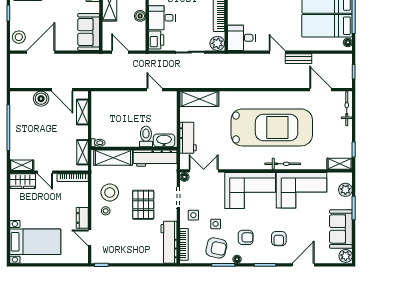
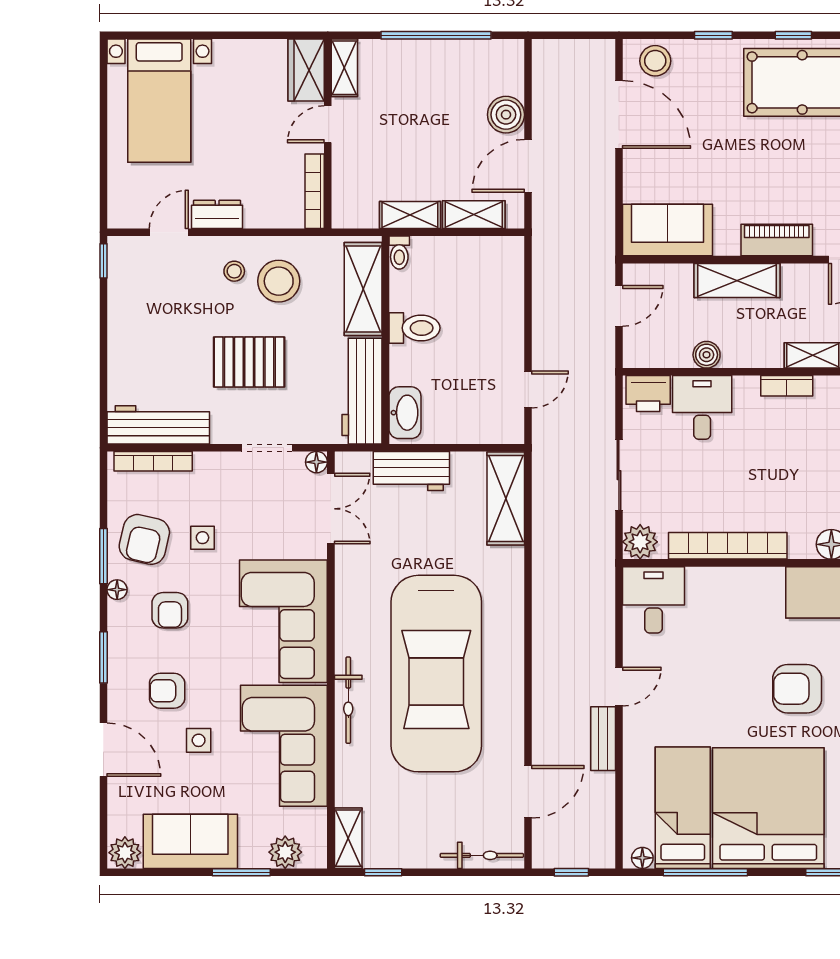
toilet: (146, 136) -> (414, 328), moved
shelving: (82, 152) -> (410, 215), moved
side table: (193, 215) -> (199, 740), moved

